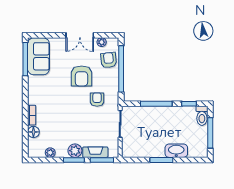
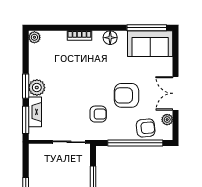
floor lamp: (33, 132) -> (110, 38), moved
plant: (50, 153) -> (34, 37), moved

